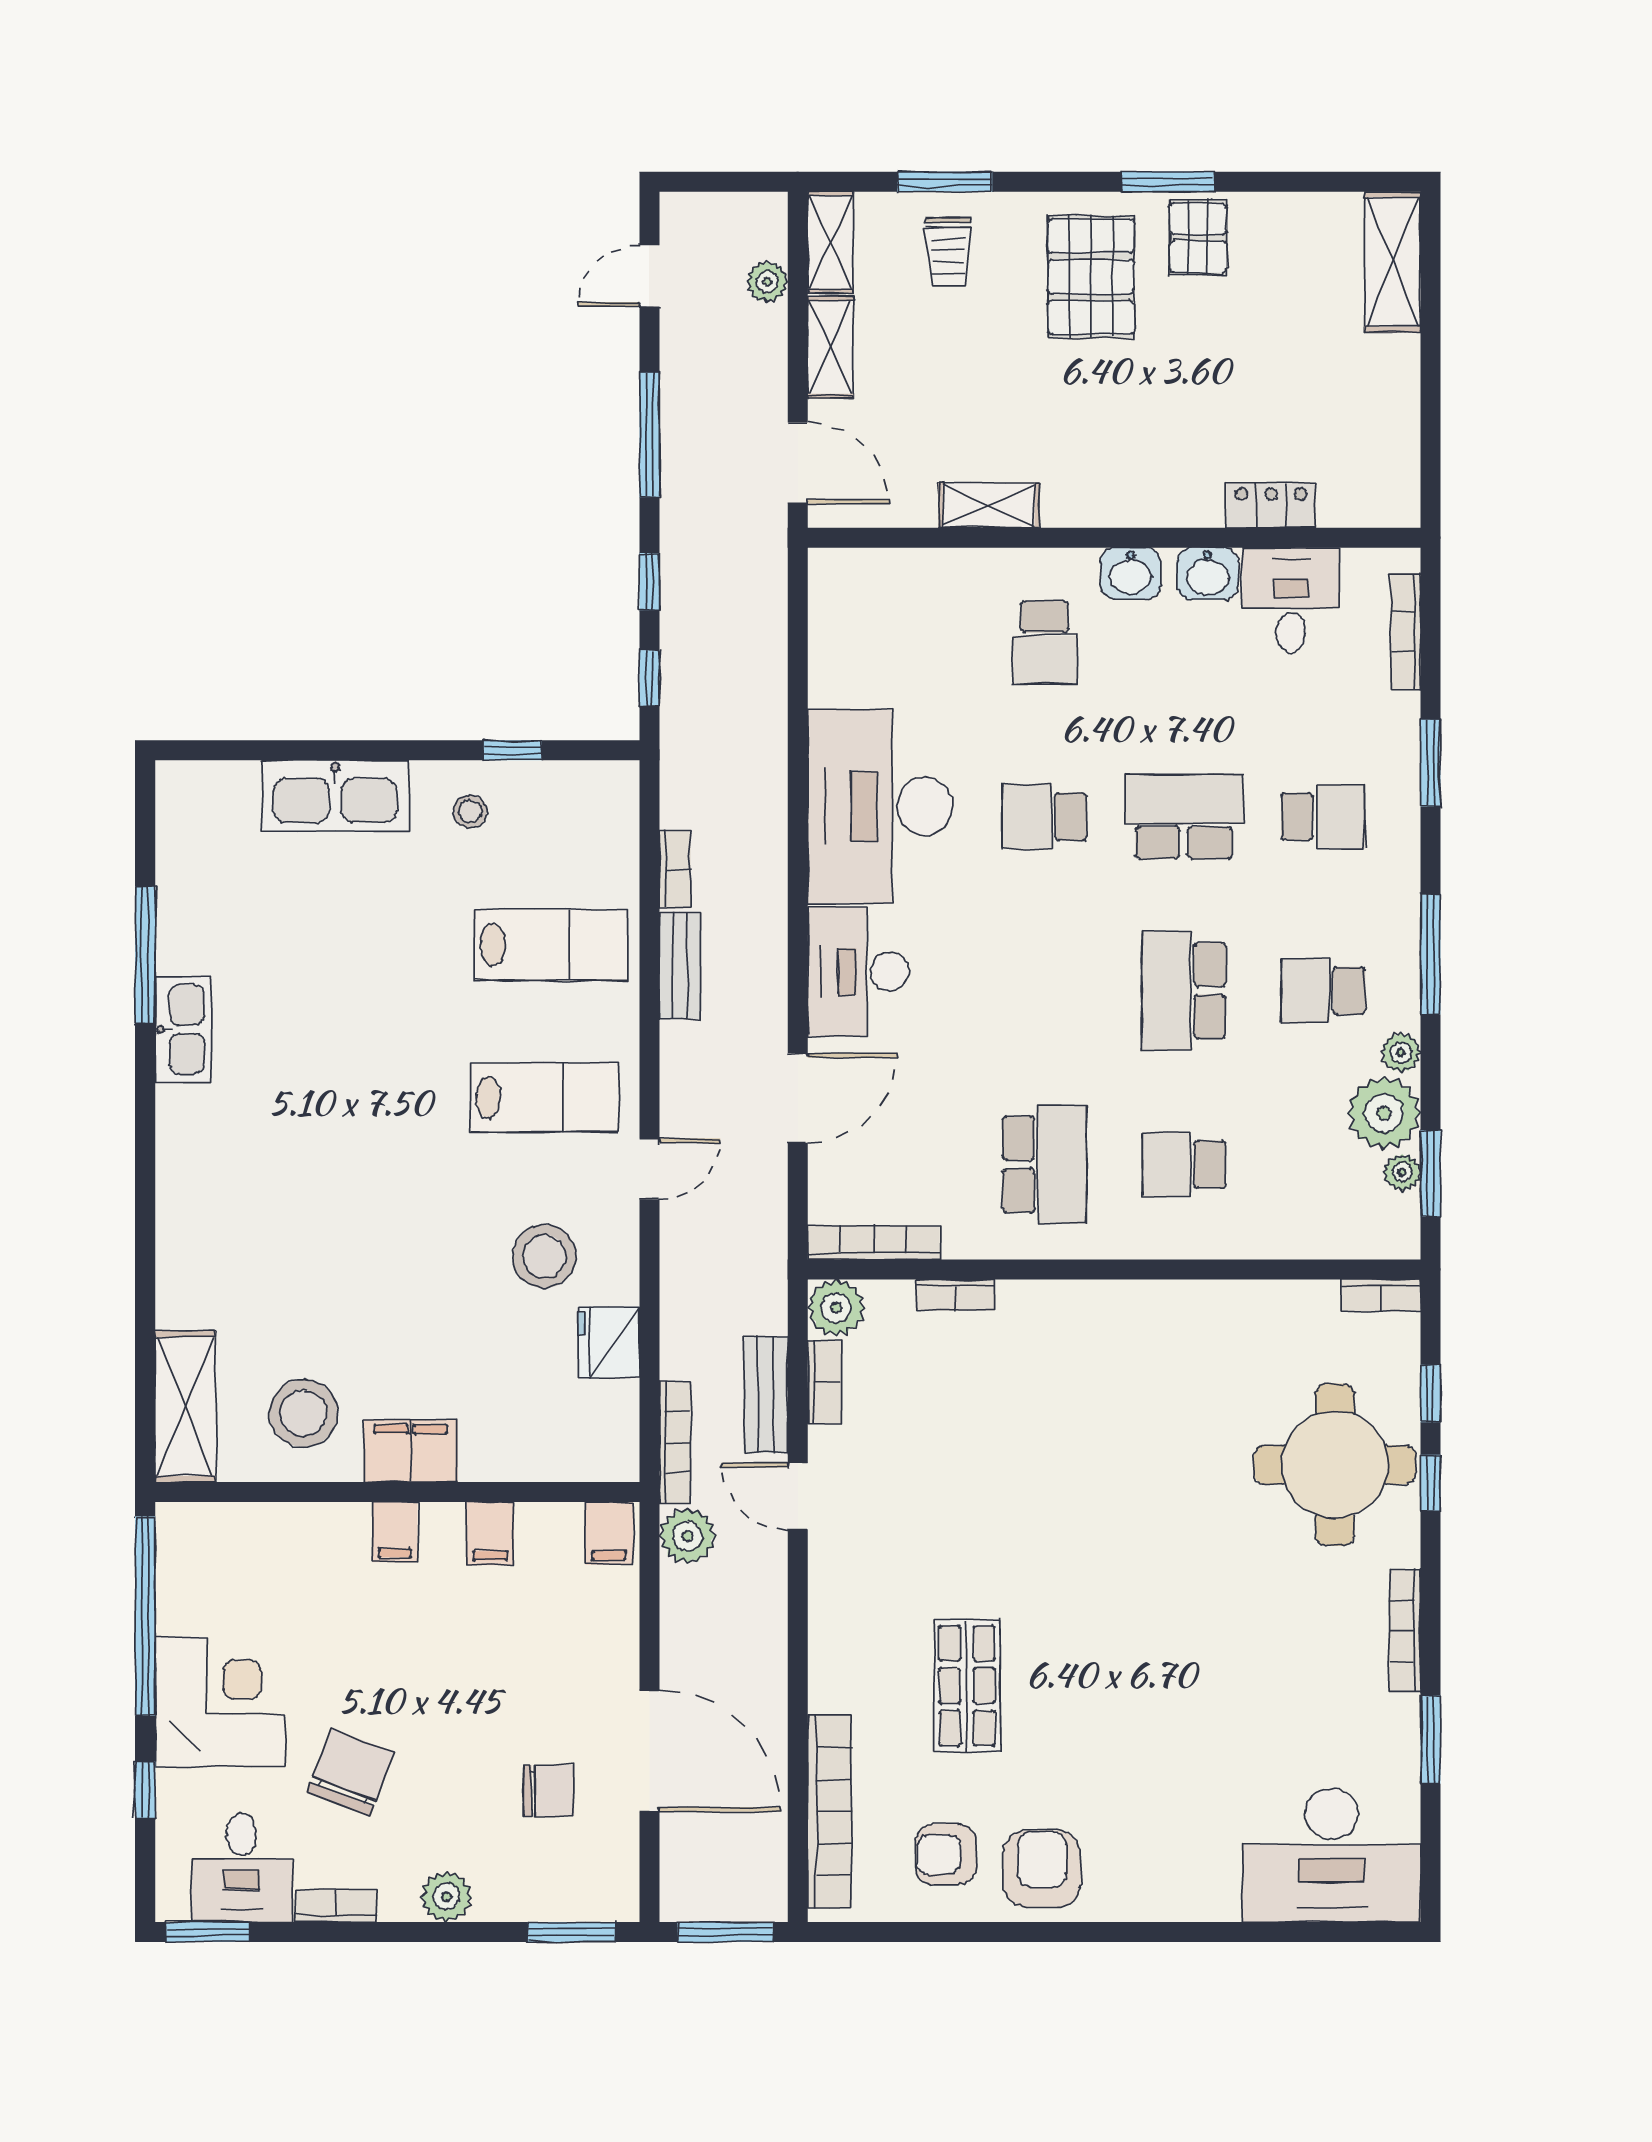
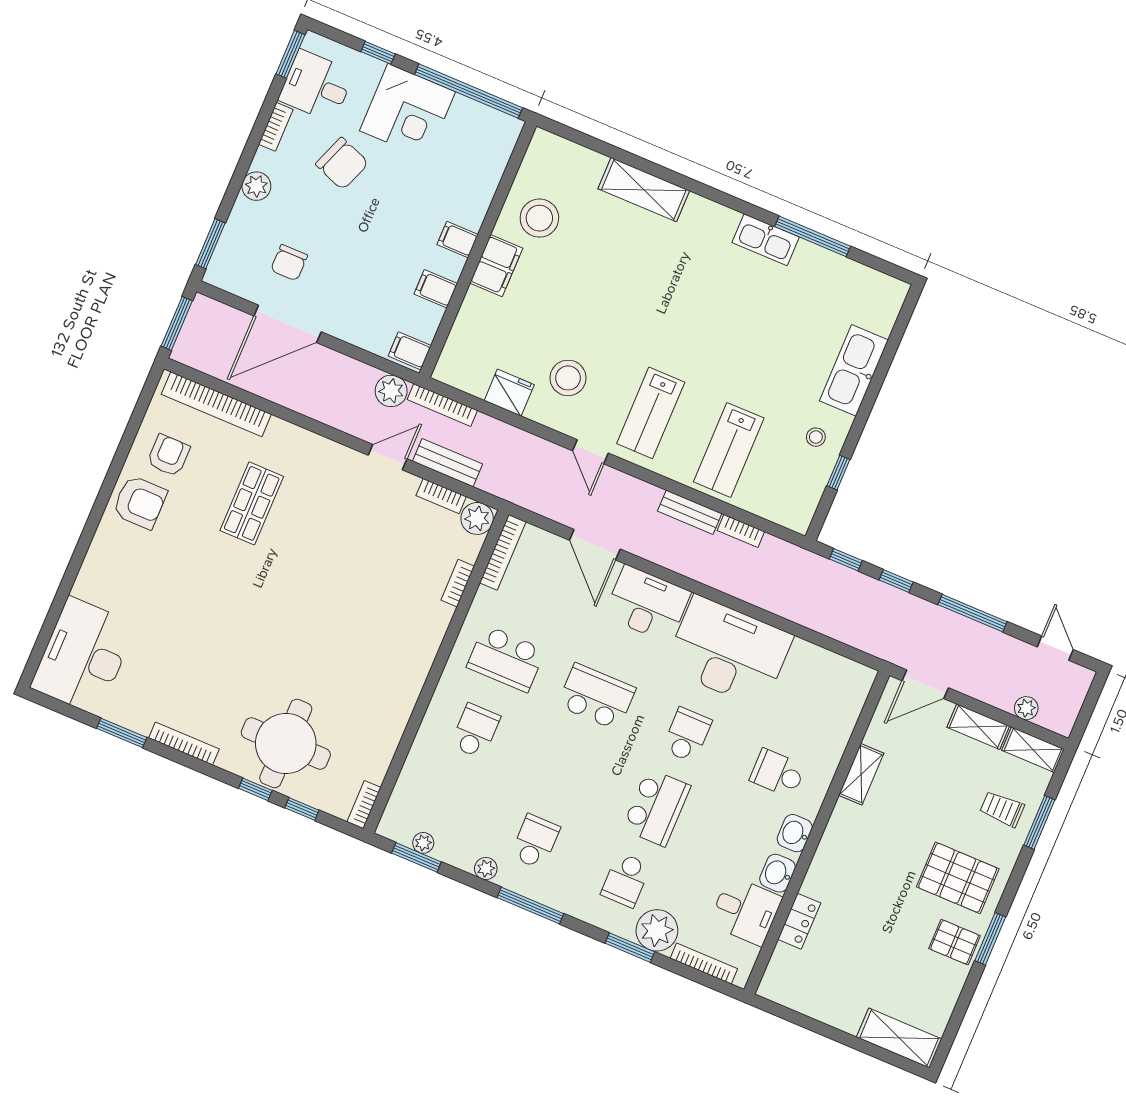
school desk: (1184, 991) -> (596, 697), moved
plant: (1384, 1113) -> (657, 930), moved
shelving: (185, 1407) -> (644, 190), moved
shop shelf: (967, 1686) -> (252, 503), turned 90

